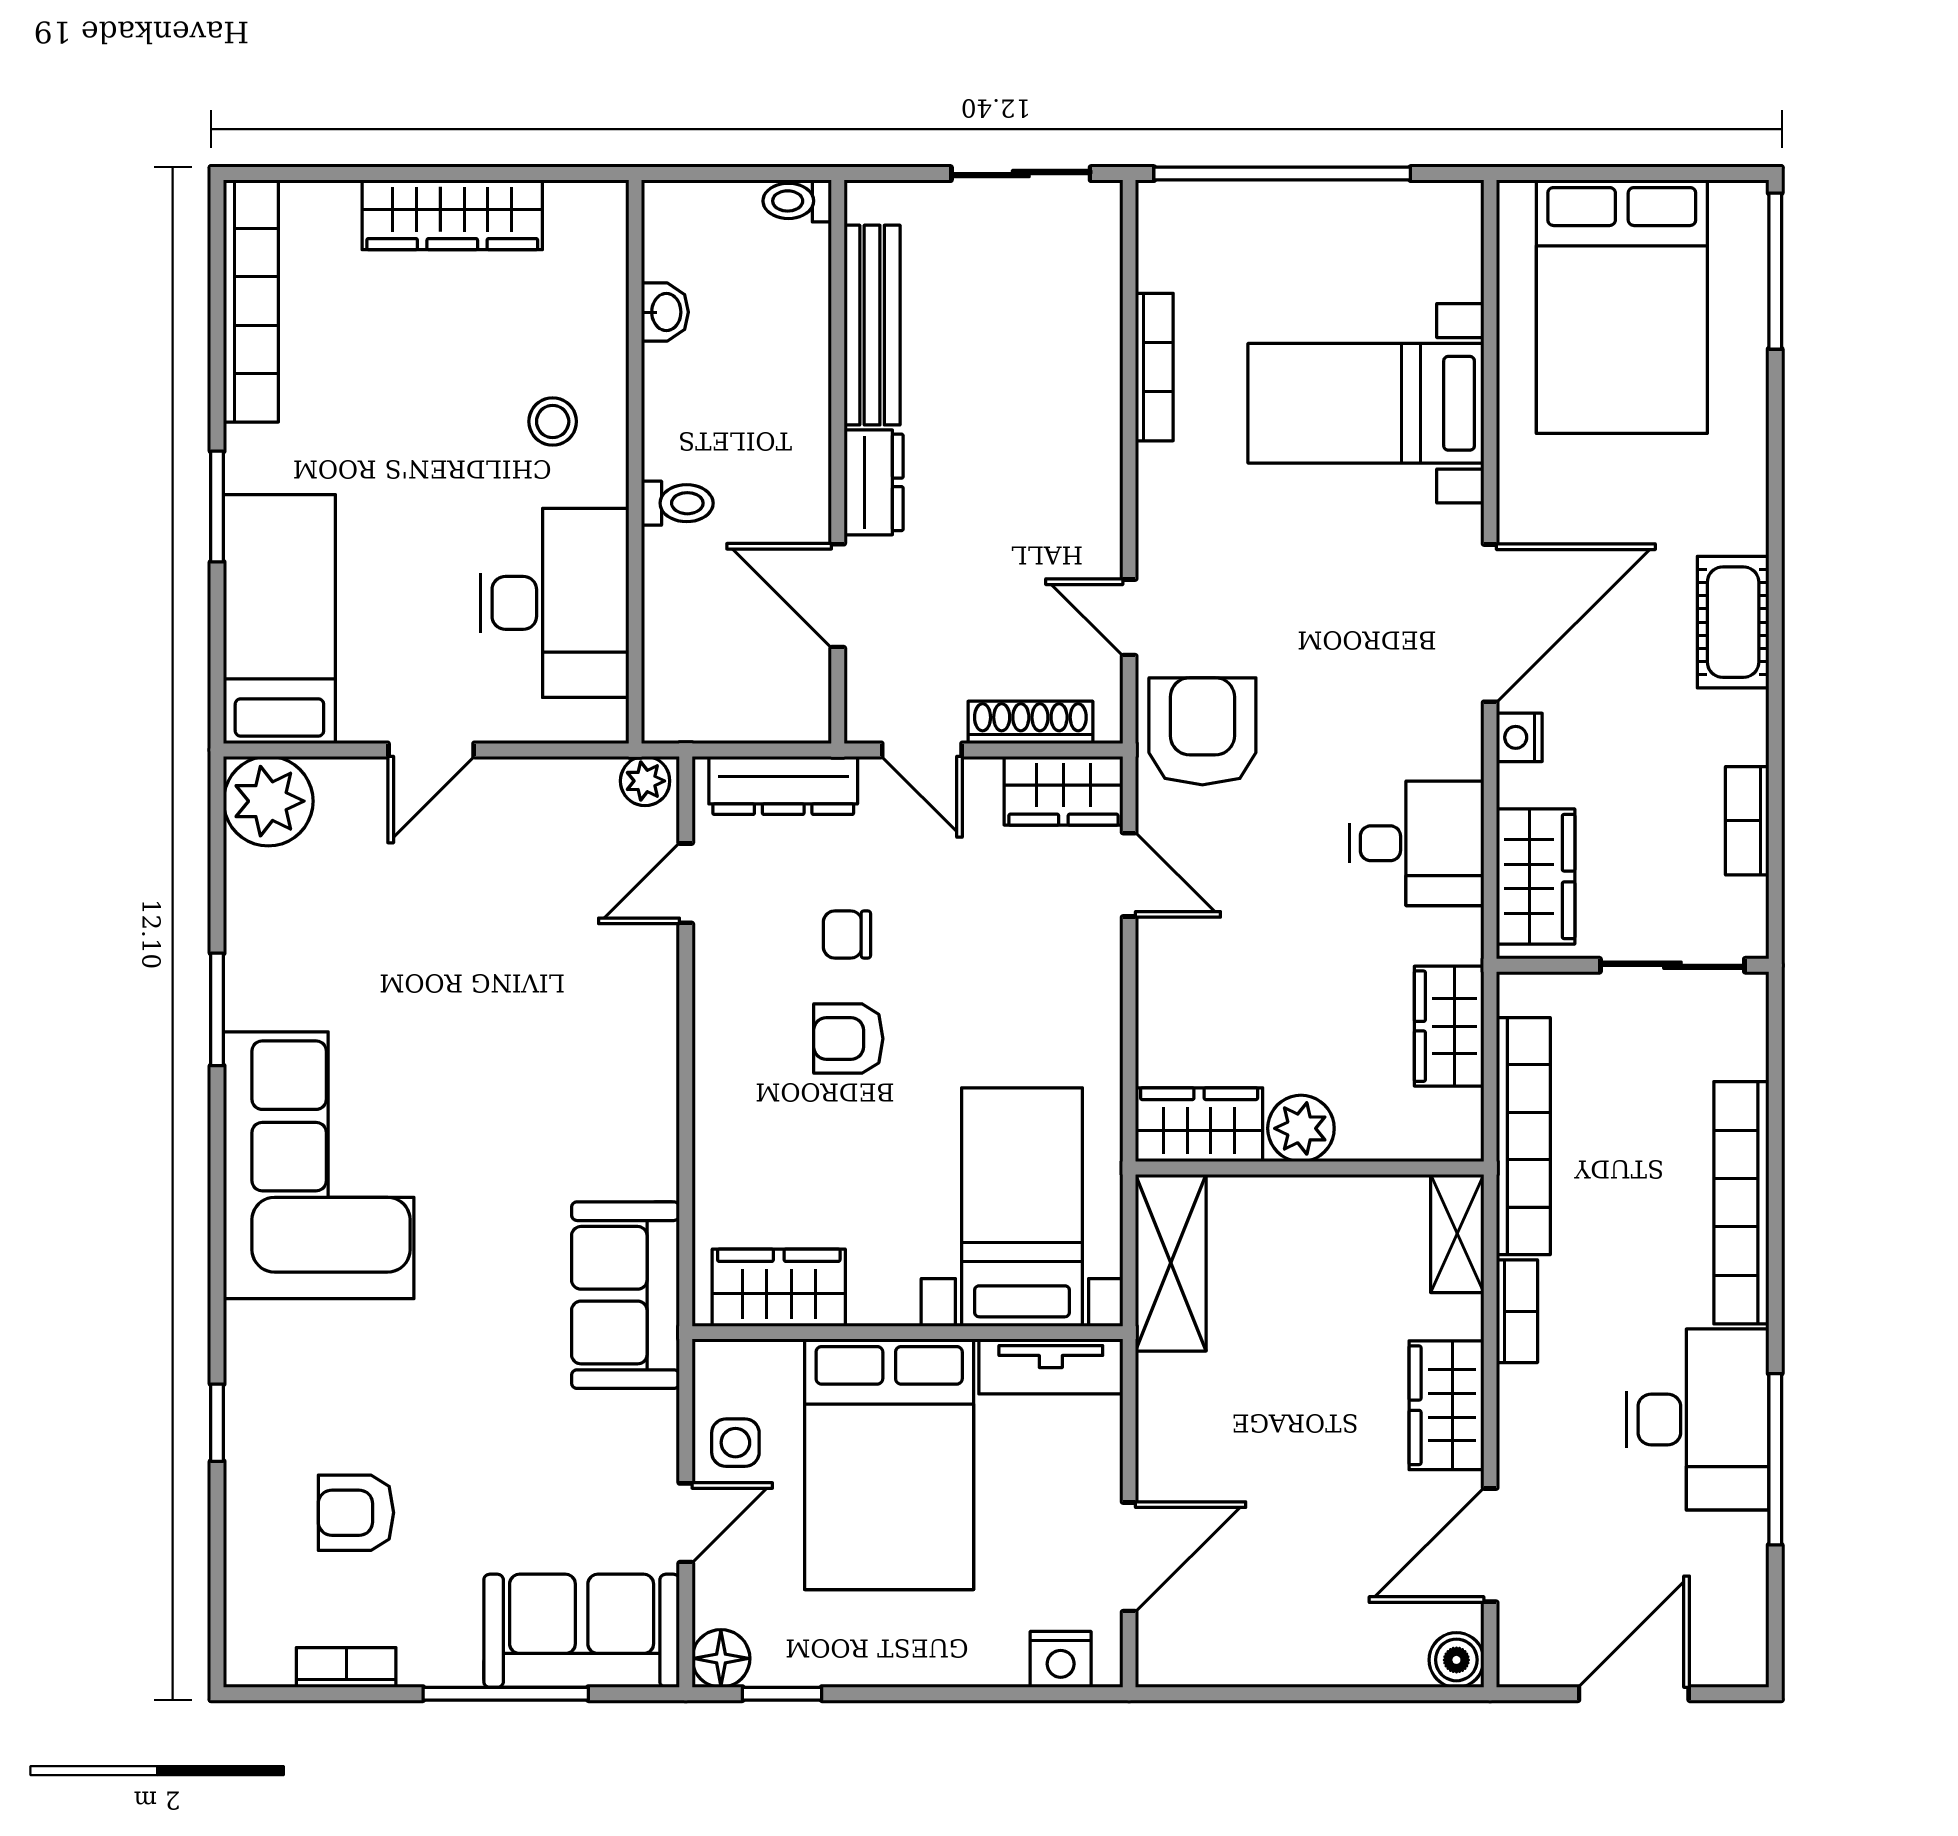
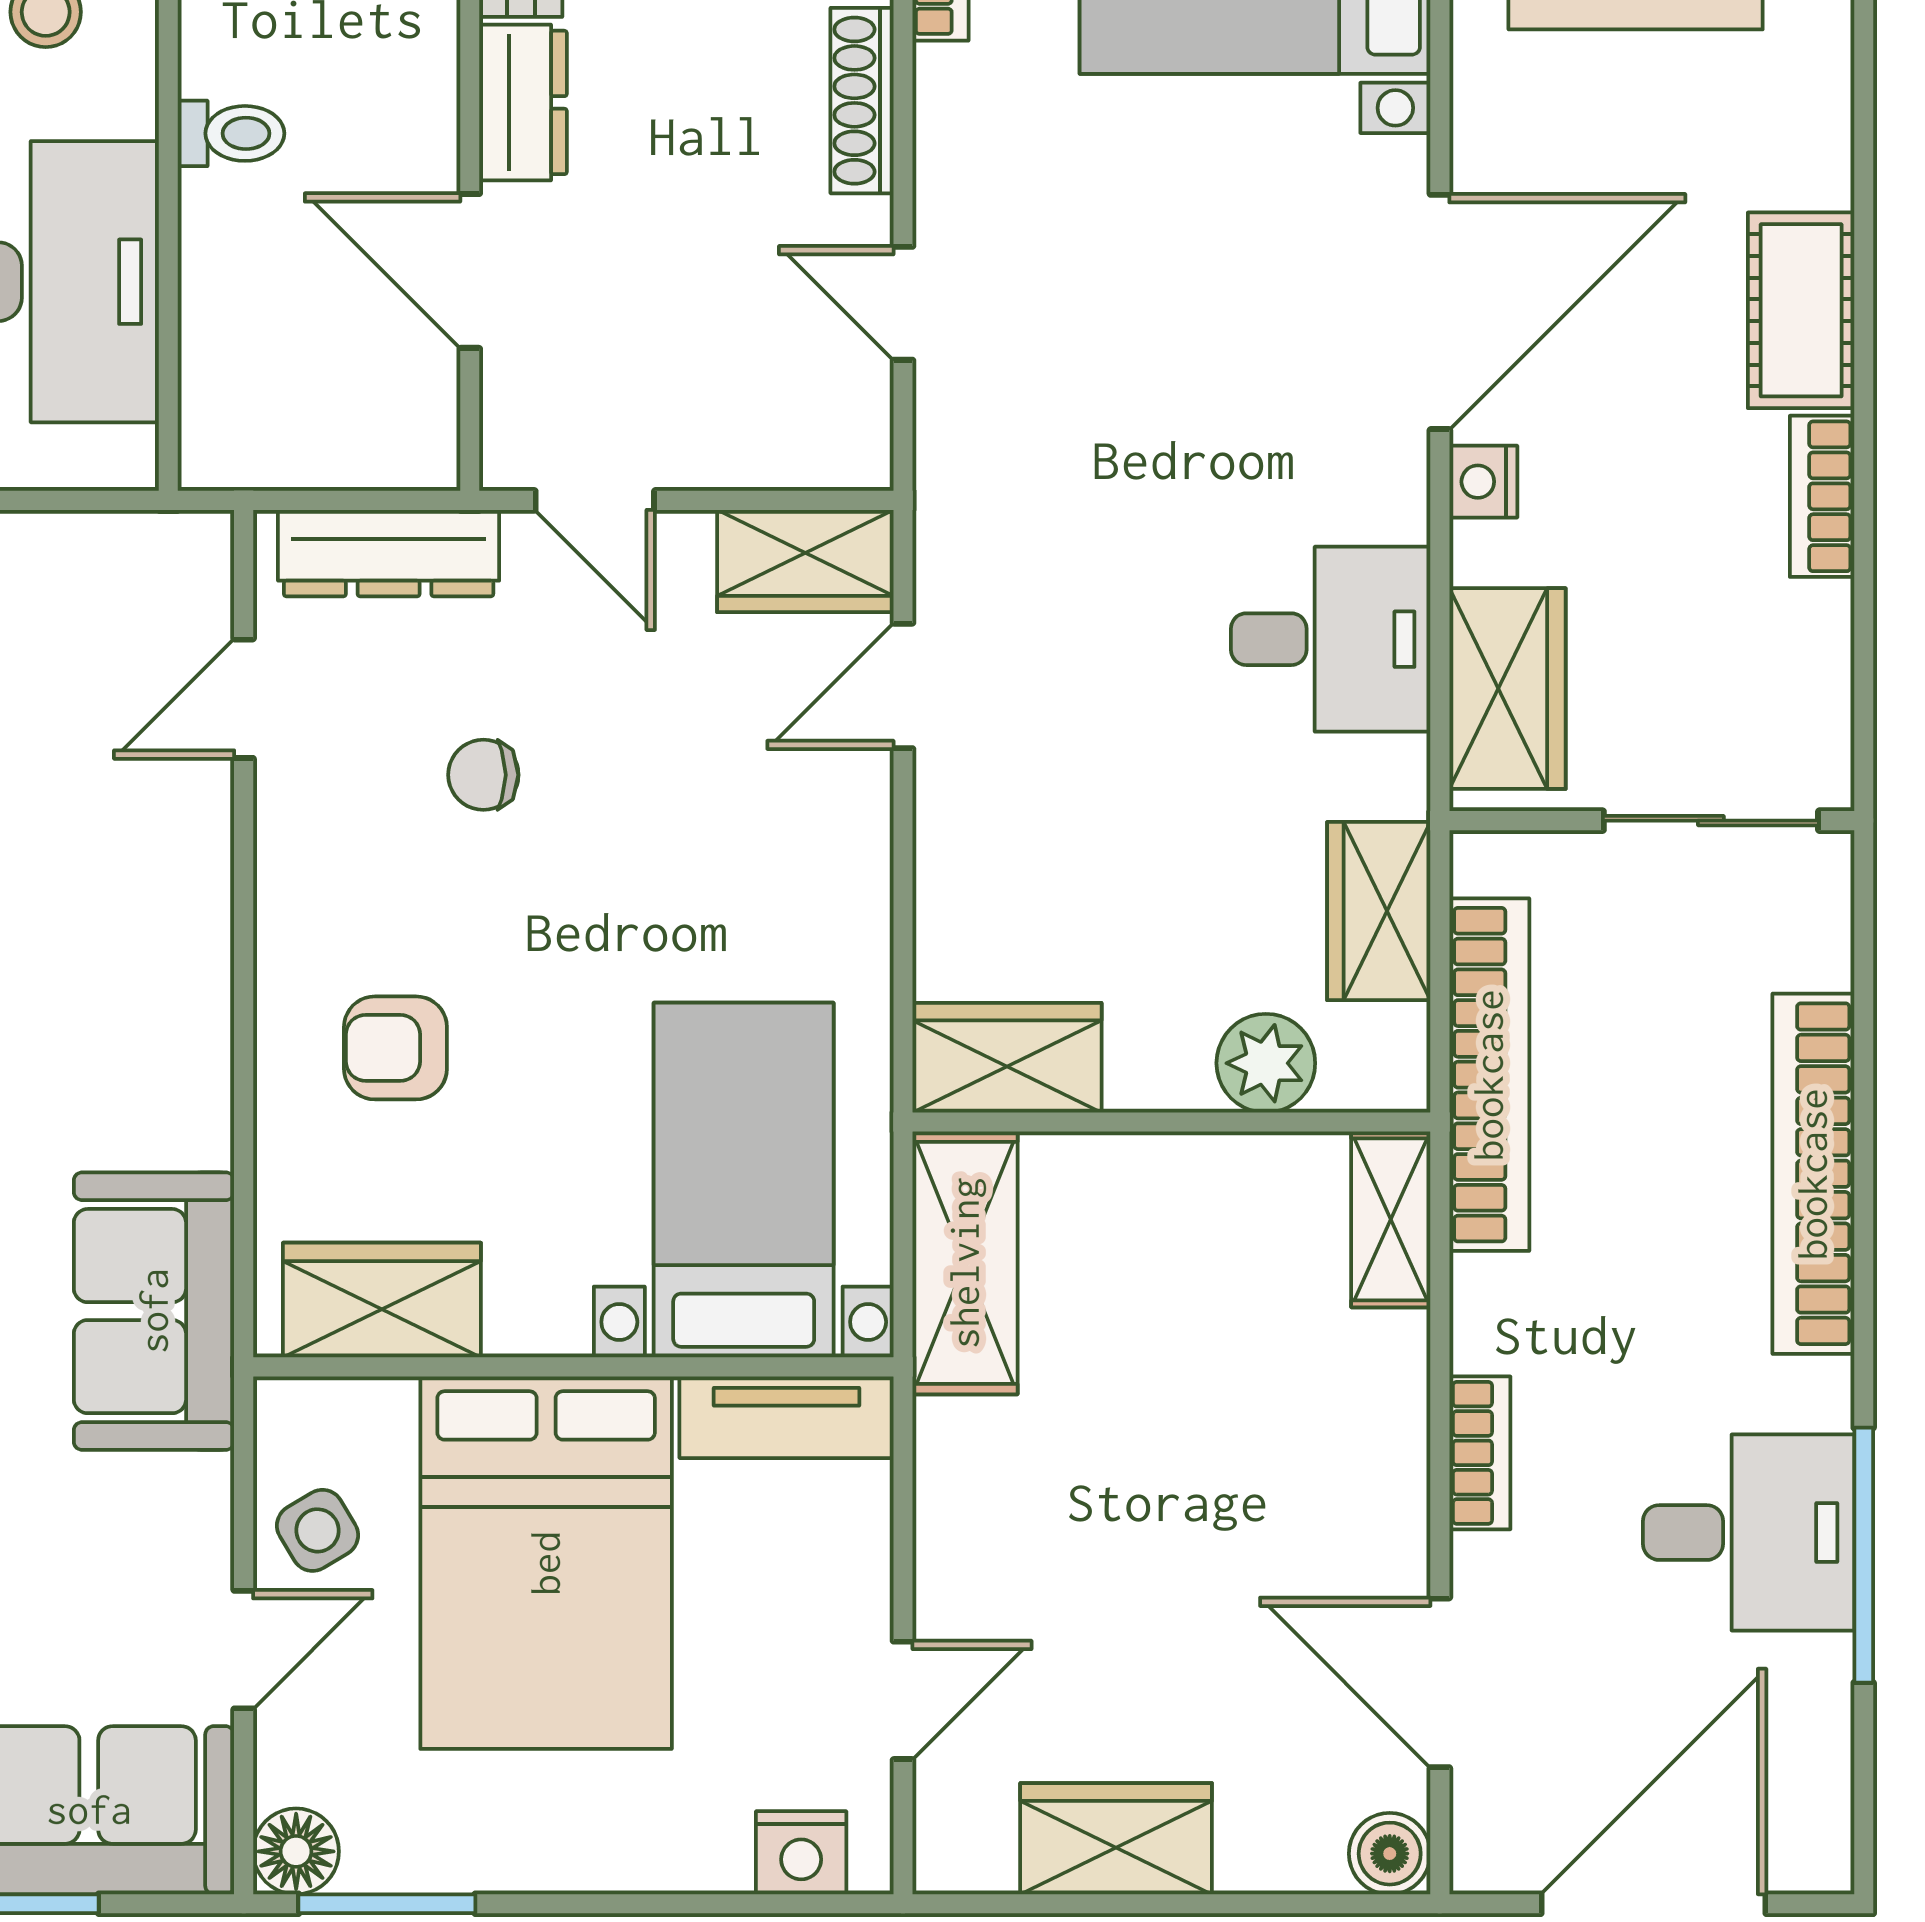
shoe rack: (1030, 722) -> (862, 101), moved, turned -90
armchair: (1202, 731) -> (1012, 473), removed
plant: (645, 781) -> (183, 547), removed
bookcase: (1747, 821) -> (1822, 496), moved
door: (1129, 875) -> (903, 686), swing flipped
armchair: (848, 1039) -> (395, 1048), moved
plant: (1301, 1128) -> (1266, 1063), moved
bookcase: (1517, 1311) -> (1480, 1453), moved
wardrobe: (1446, 1405) -> (1116, 1839), moved, turned 90
desk: (1698, 1419) -> (1749, 1533), width x0.73
side table: (735, 1443) -> (318, 1530), turned -31
door: (1490, 1545) -> (1440, 1683), hinge flipped
door: (1129, 1557) -> (903, 1700), width x0.73
window: (782, 1694) -> (387, 1904), width x1.50
door: (1634, 1694) -> (1653, 1904), width x1.36

